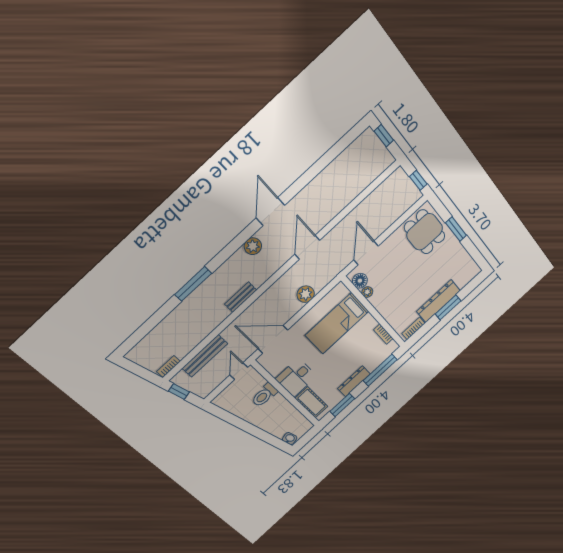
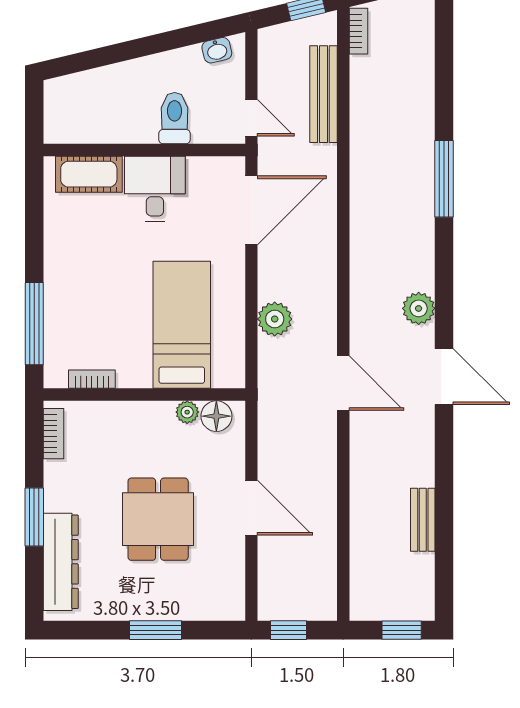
dining table: (425, 232) -> (158, 519), moved, turned 90
door: (366, 253) -> (251, 508), moved
bench: (241, 297) -> (423, 520), moved
dresser: (439, 301) -> (61, 562), moved
dresser: (354, 381) -> (57, 268), removed
window: (342, 405) -> (34, 215), removed
washbasin: (290, 439) -> (217, 50), moved

